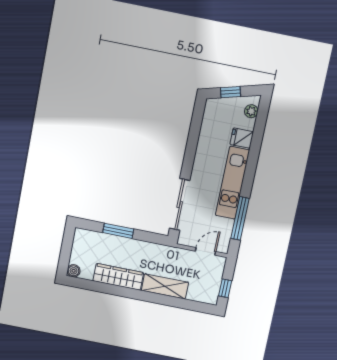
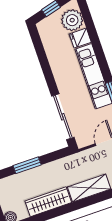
plant: (251, 111) -> (72, 20), width x1.88, depth x1.88

